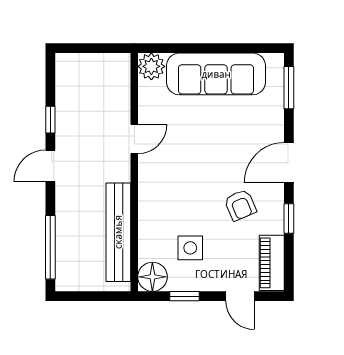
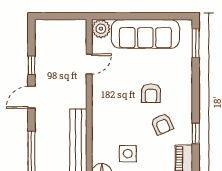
door: (134, 139) -> (89, 64), moved
armchair: (224, 160) -> (151, 93), added
door: (289, 163) -> (196, 95), removed

